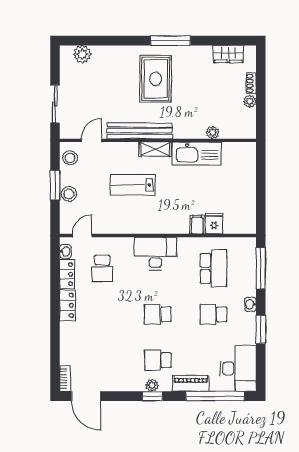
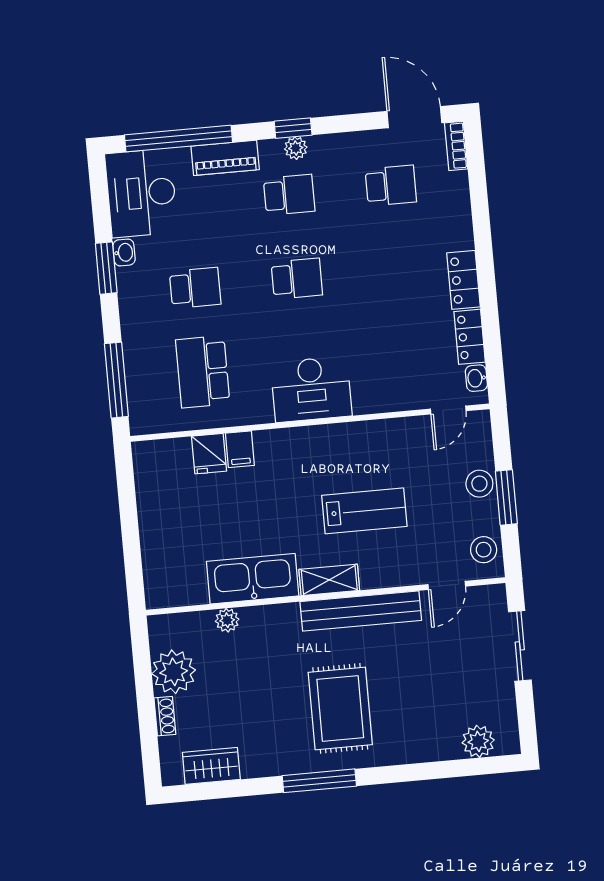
plant: (250, 101) -> (174, 672), width x1.88, depth x1.88
school desk: (102, 268) -> (391, 186), moved, turned 90
washbasin: (250, 304) -> (124, 252), moved

